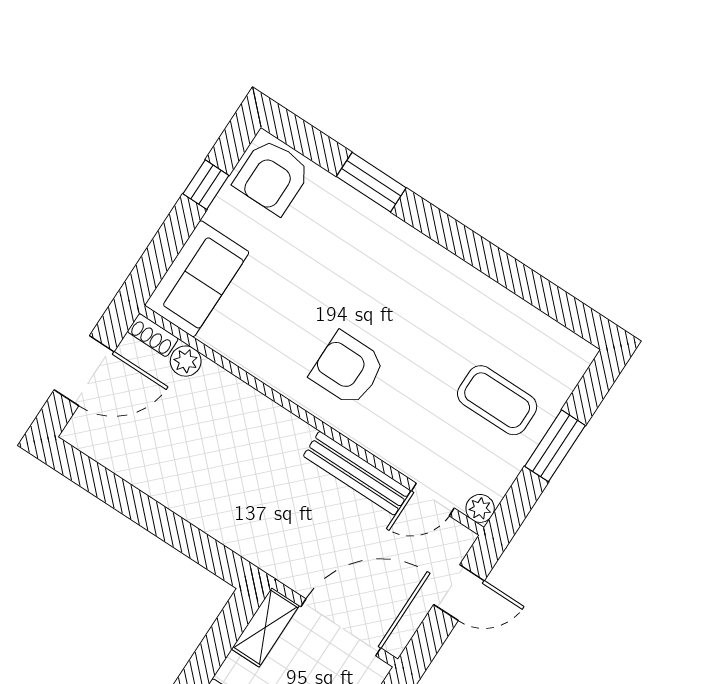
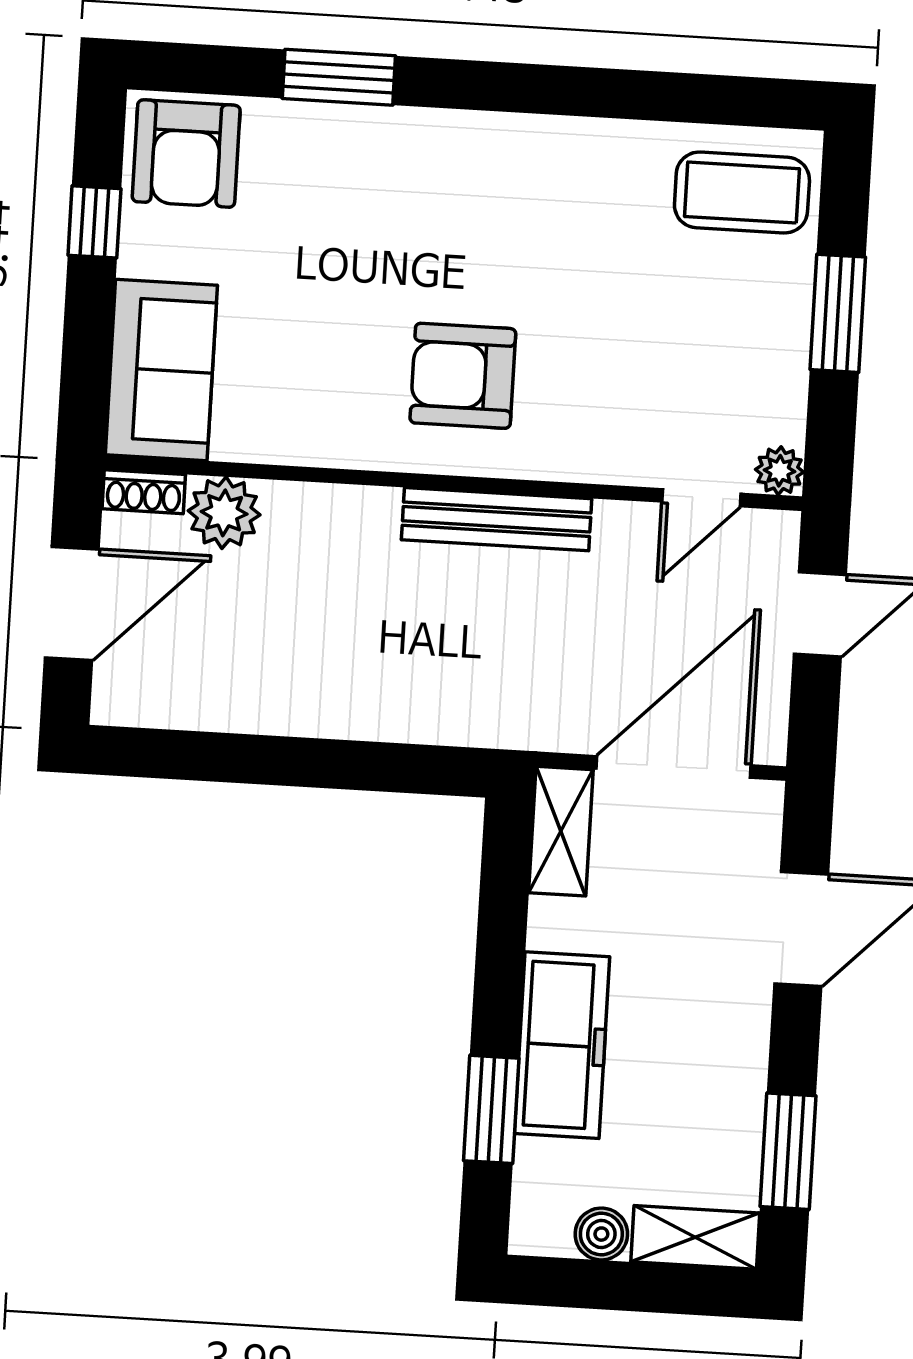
plant: (186, 361) -> (224, 513), width x1.38, depth x1.38
coffee table: (497, 400) -> (742, 193), moved
bench: (357, 473) -> (497, 519), moved

